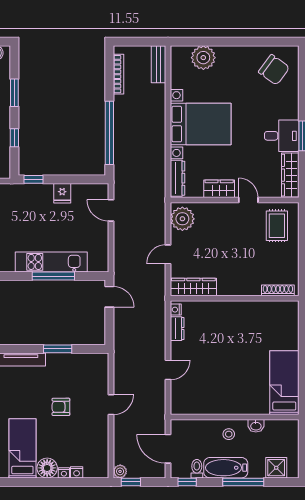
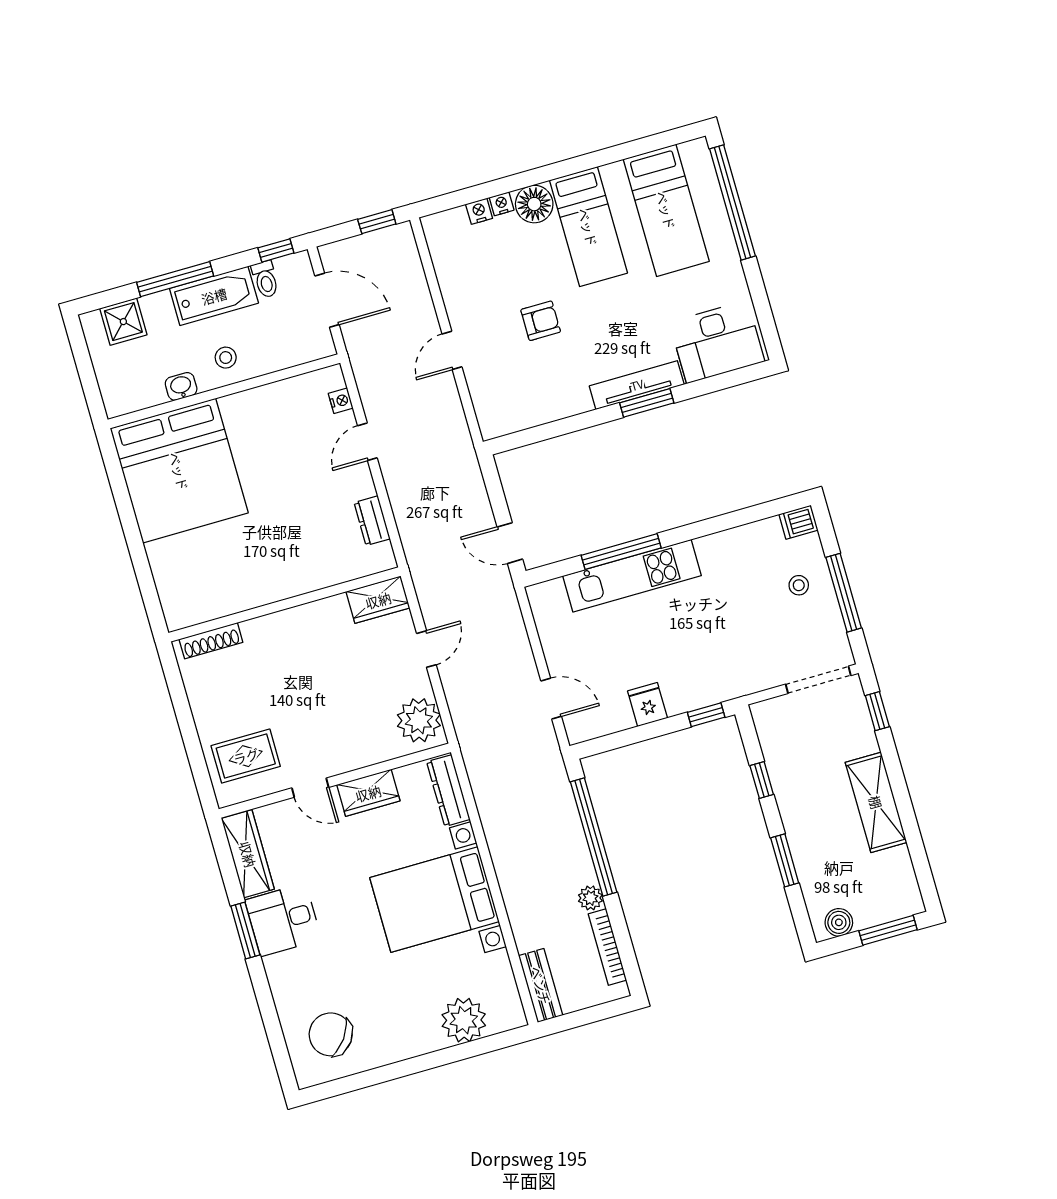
rug: (277, 226) -> (246, 756), turned 90
wardrobe: (193, 287) -> (378, 600), width x0.67
nightstand: (176, 310) -> (341, 401), moved
window: (58, 349) -> (647, 403), moved
bed: (284, 383) -> (179, 471), width x2.04
plant: (120, 471) -> (590, 898), moved

